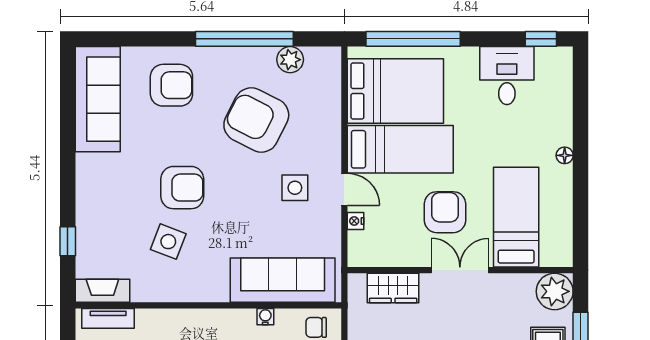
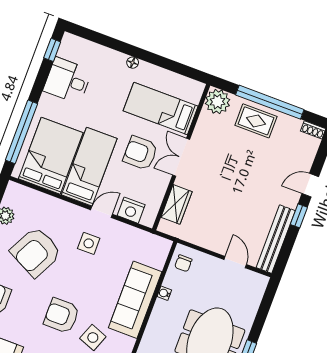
armchair: (182, 188) -> (62, 316), turned -90
nightstand: (356, 221) -> (131, 210), width x1.89, depth x1.79
sofa: (283, 280) -> (135, 300), moved

